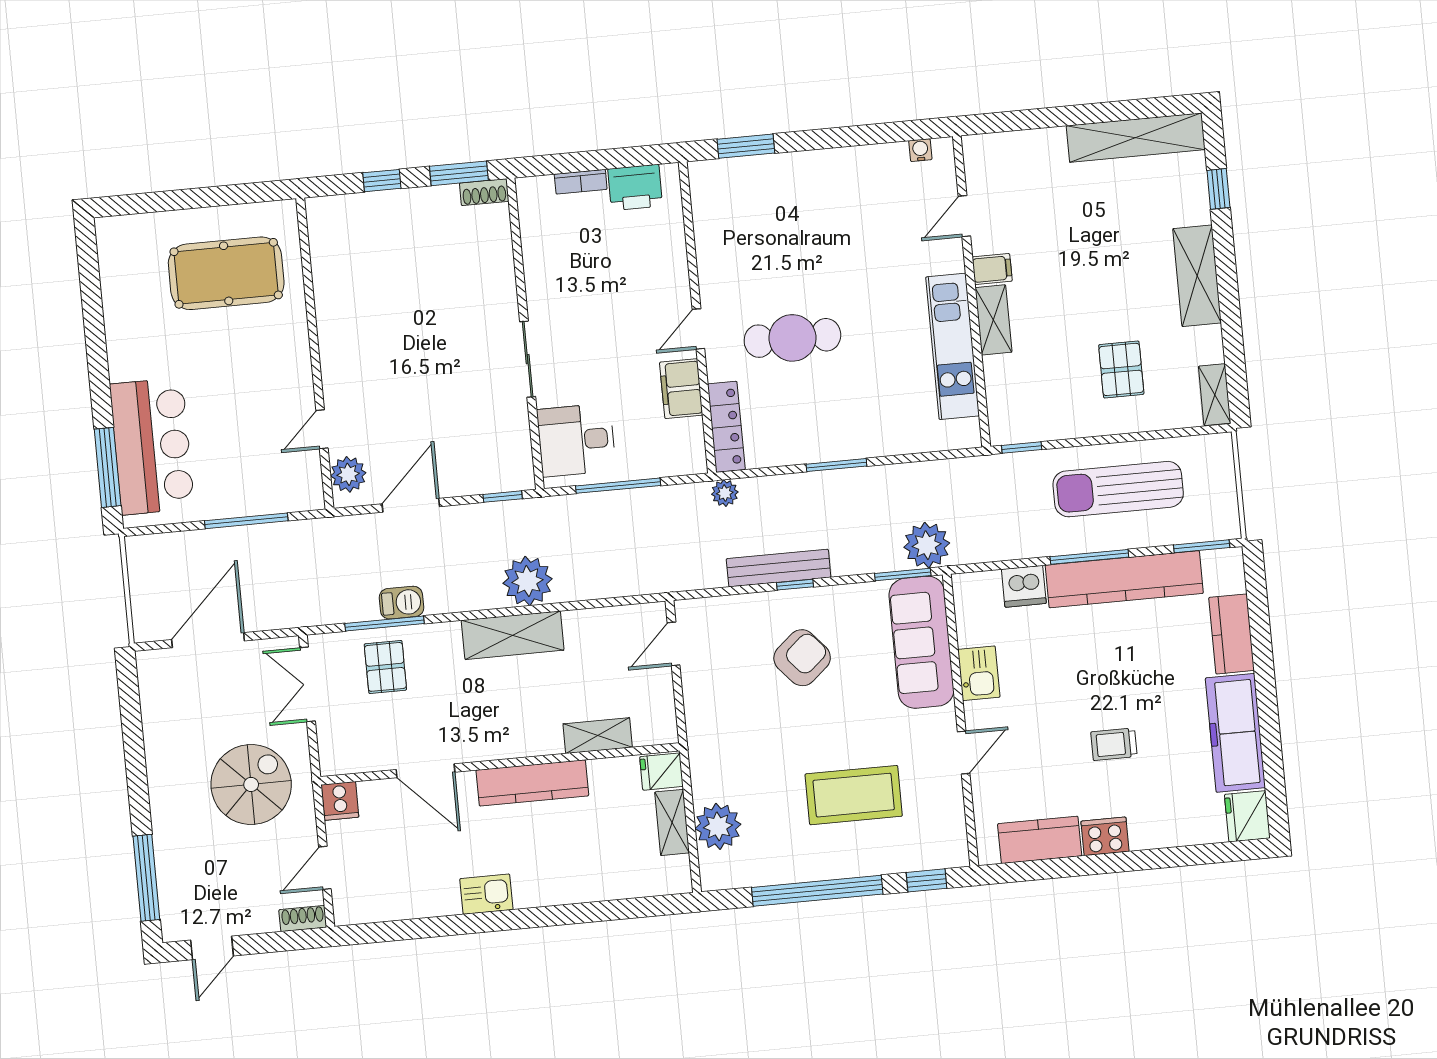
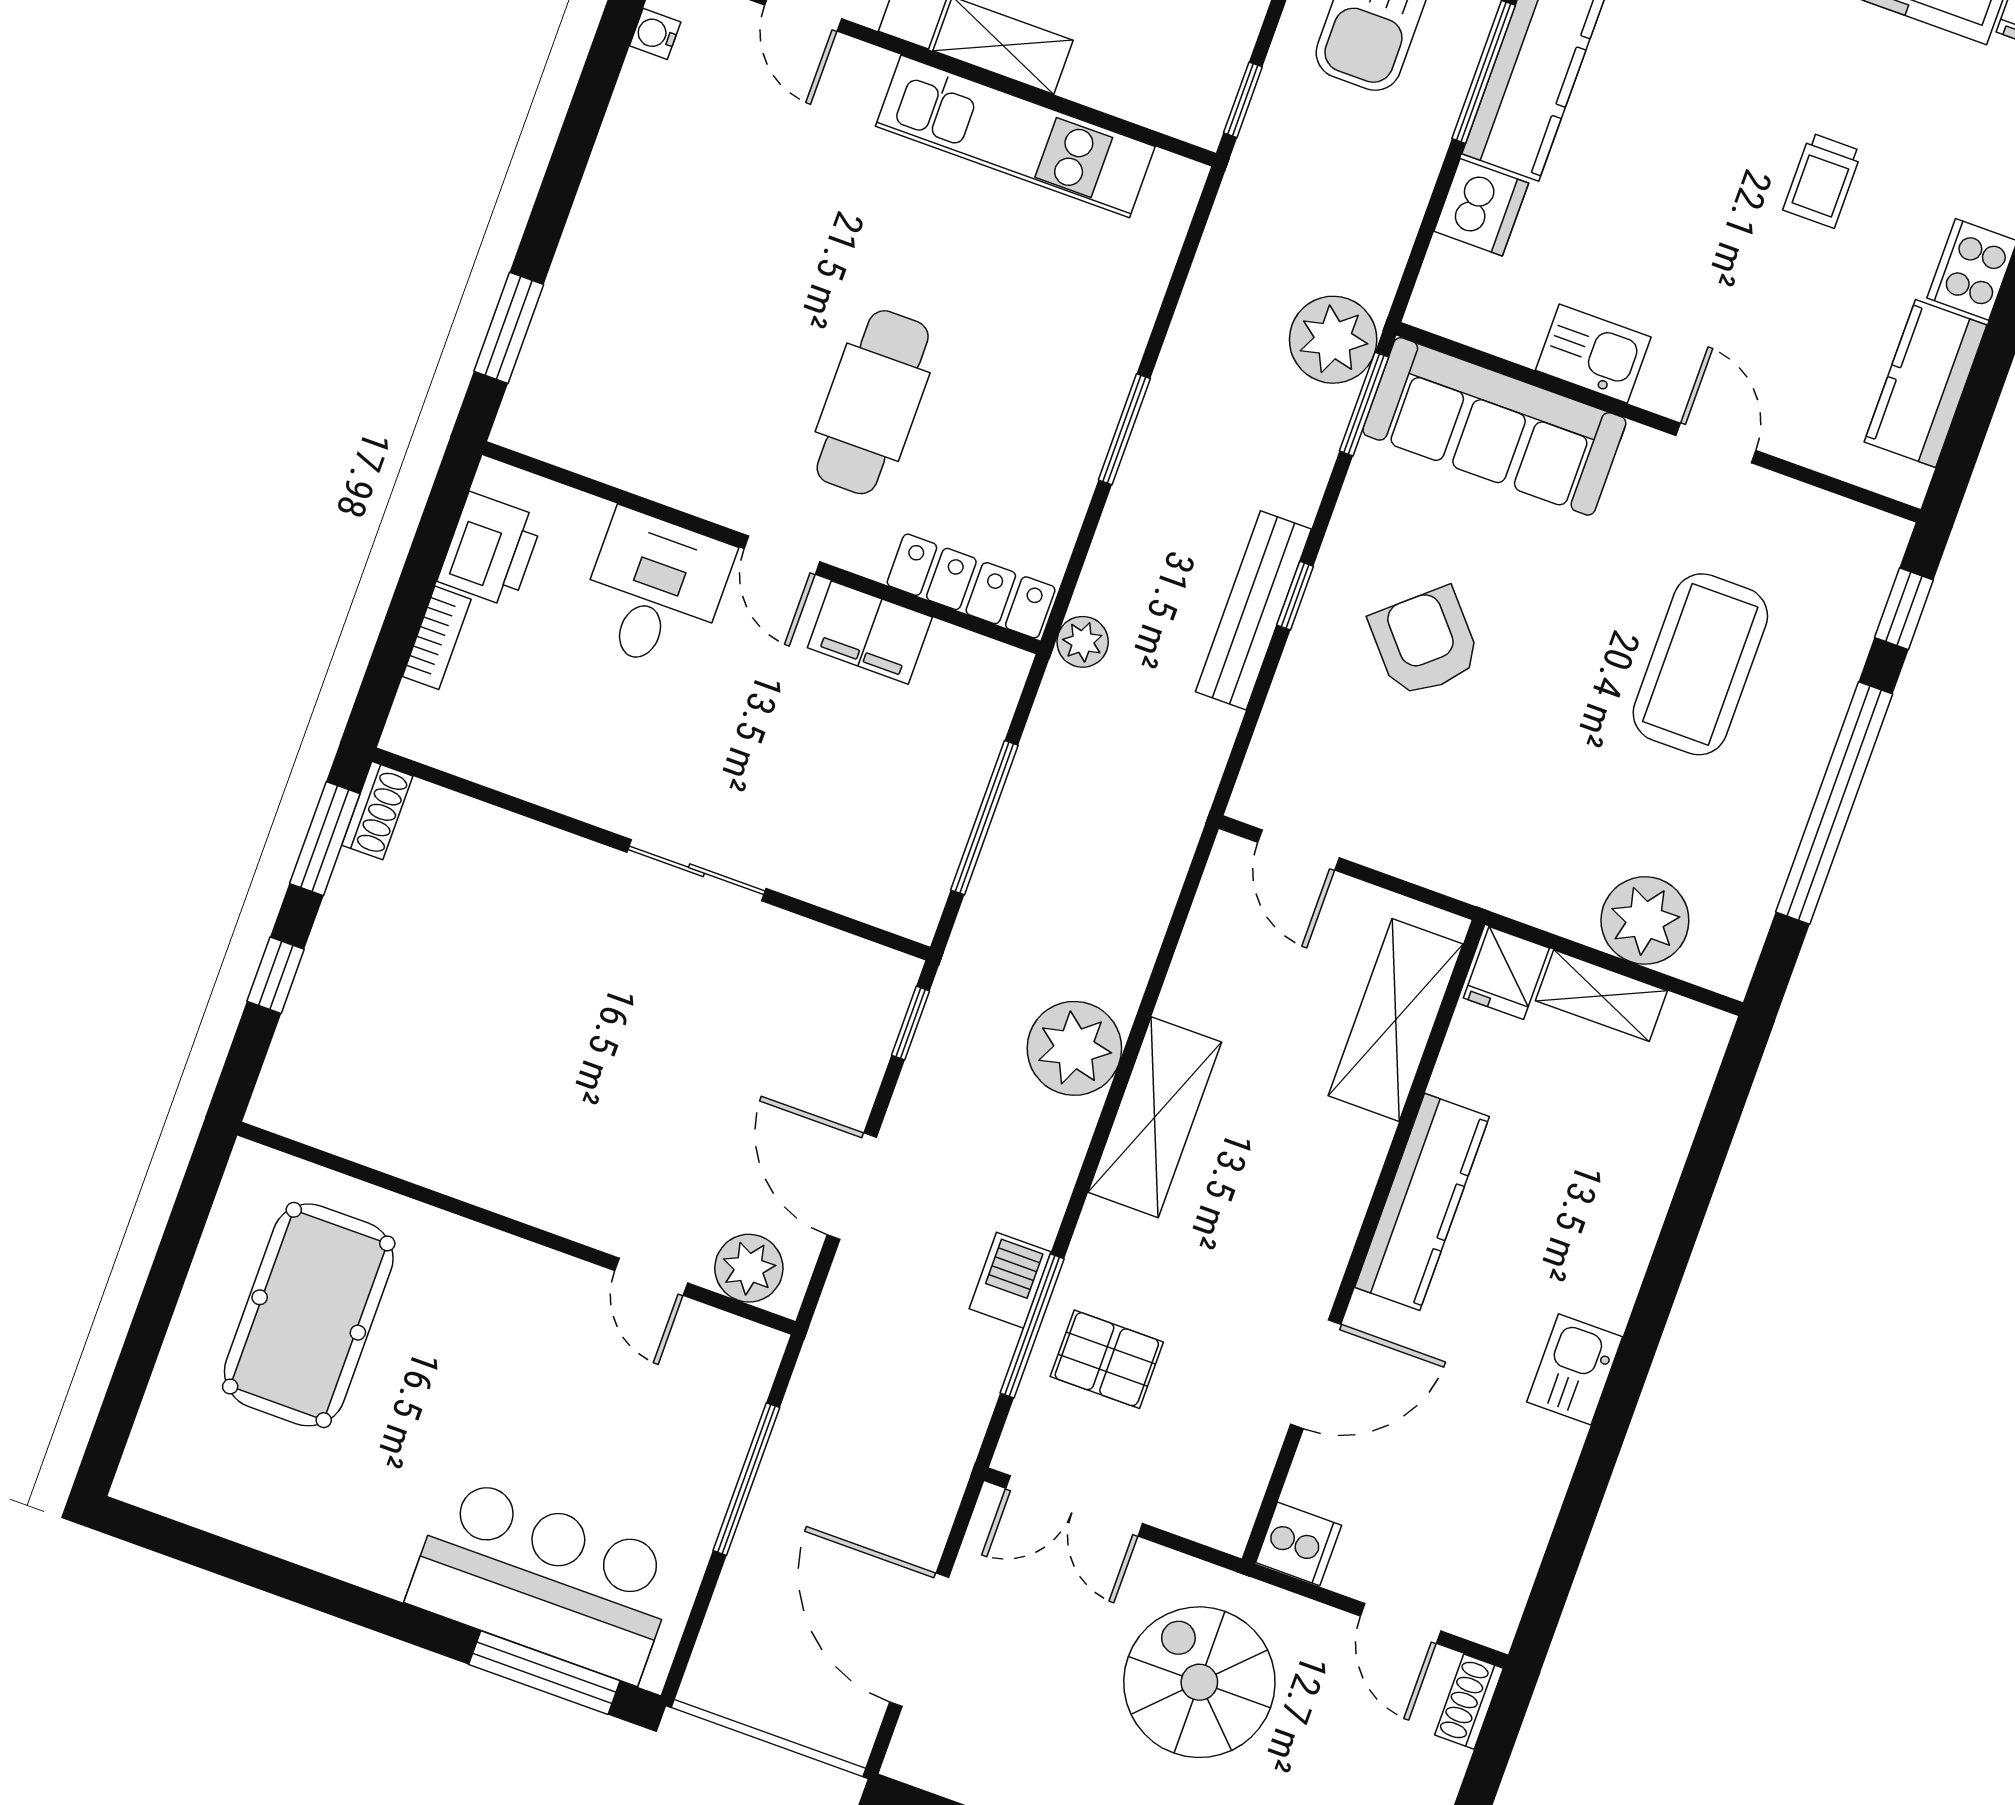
desk: (576, 440) -> (655, 591), moved, turned 180
shelving: (598, 736) -> (1396, 1020), width x1.50, depth x1.33

